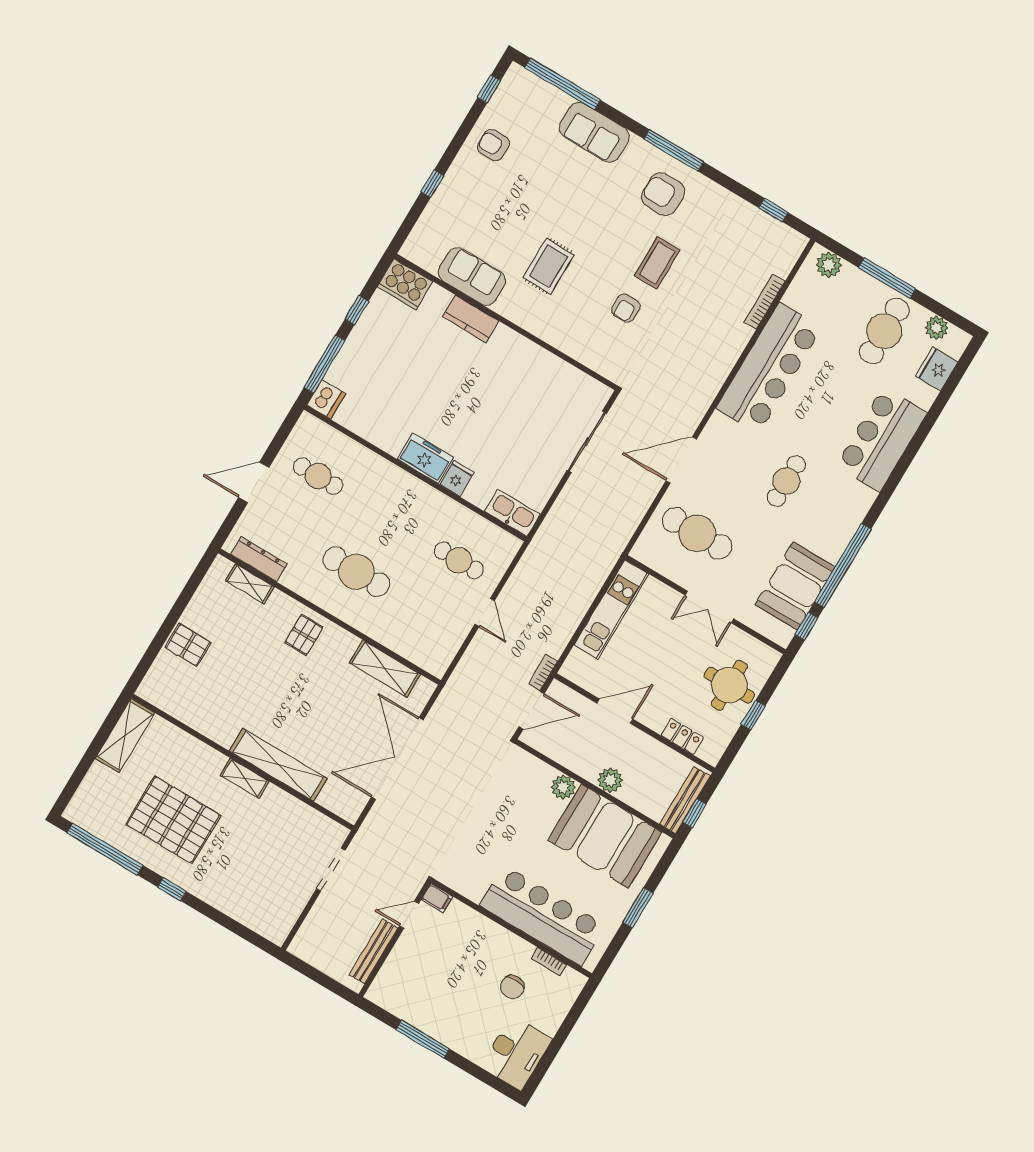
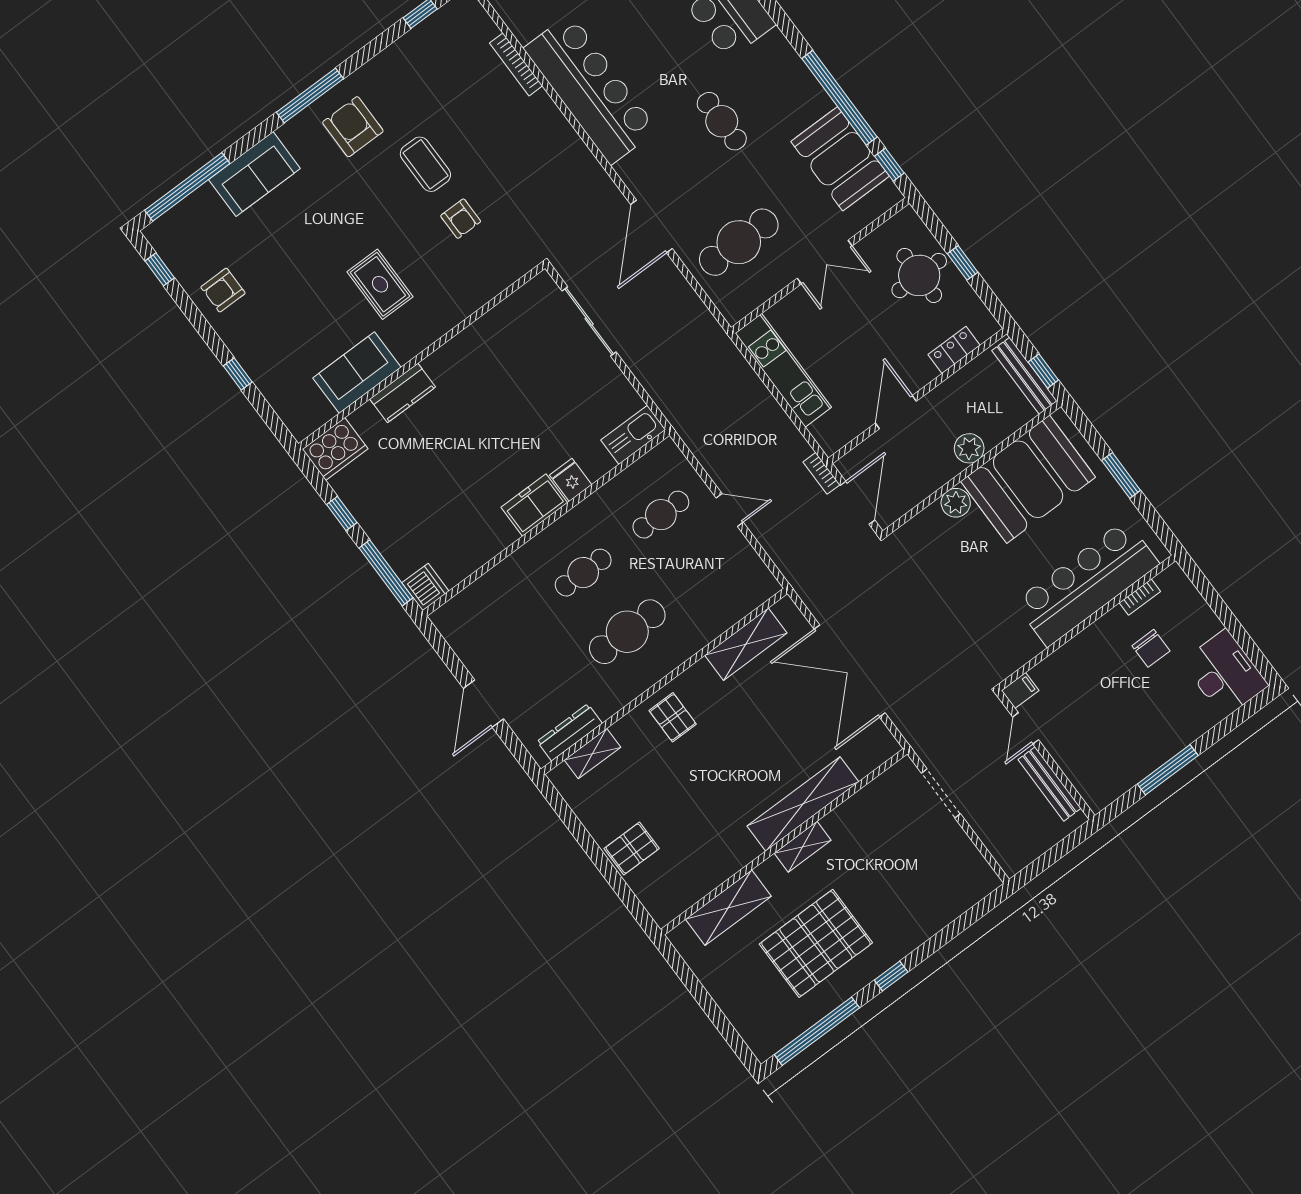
armchair: (663, 194) -> (353, 127), turned 90
cafe table: (318, 476) -> (583, 573), moved
shelving: (125, 736) -> (728, 908), moved, turned 90

